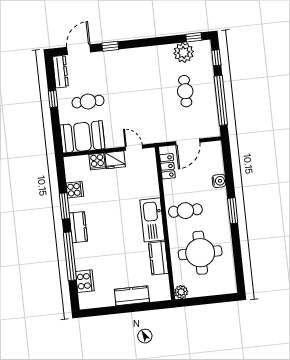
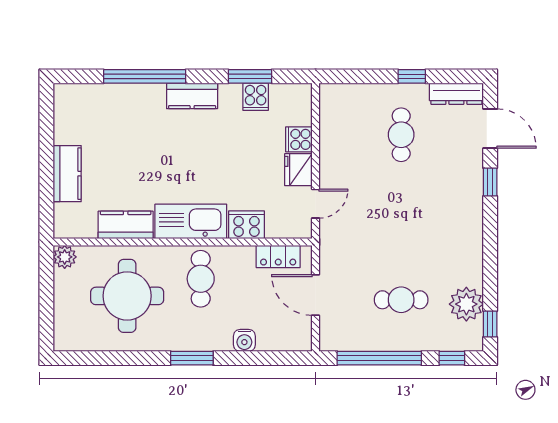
booth: (82, 137) -> (343, 119), removed
window: (64, 206) -> (250, 76), moved
cooker: (85, 281) -> (246, 225), moved, turned 180

